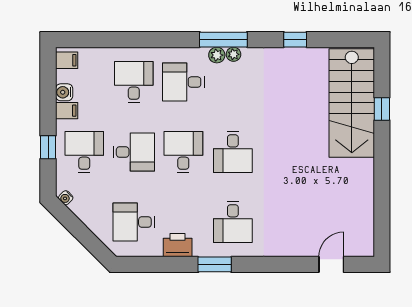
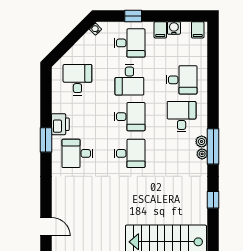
desk: (233, 152) -> (129, 153), turned 180
printer: (178, 245) -> (60, 124), moved

